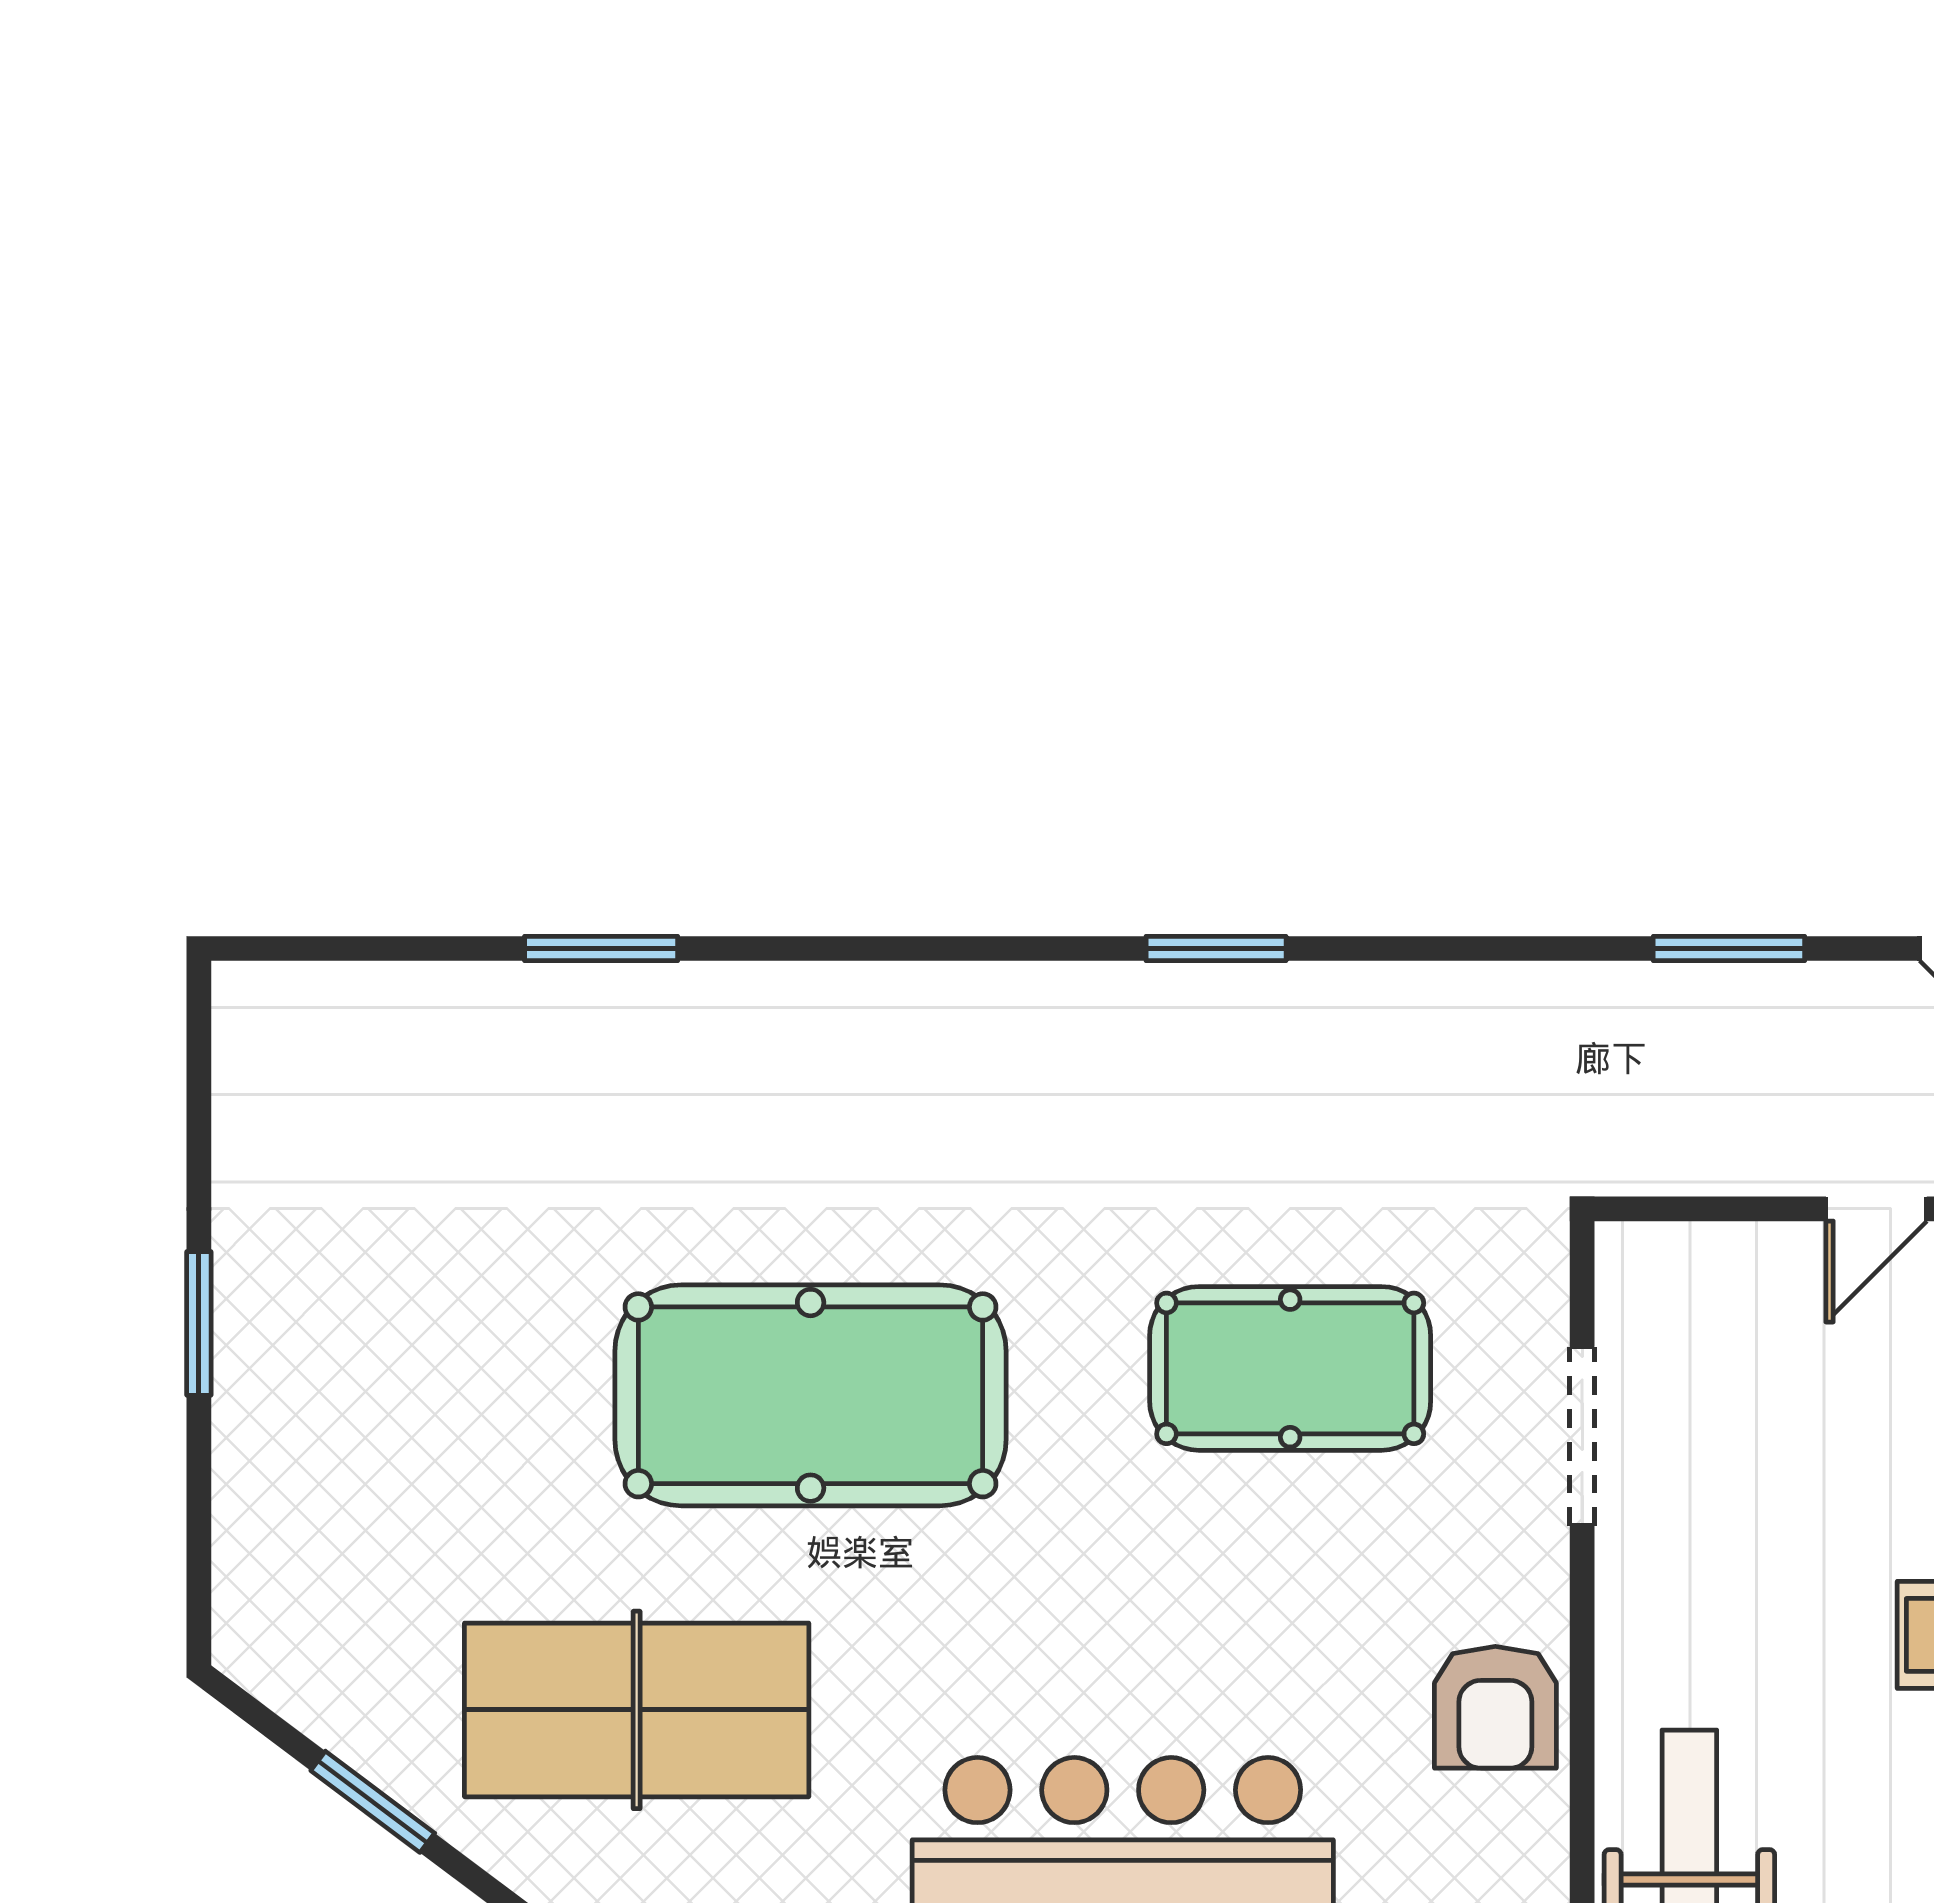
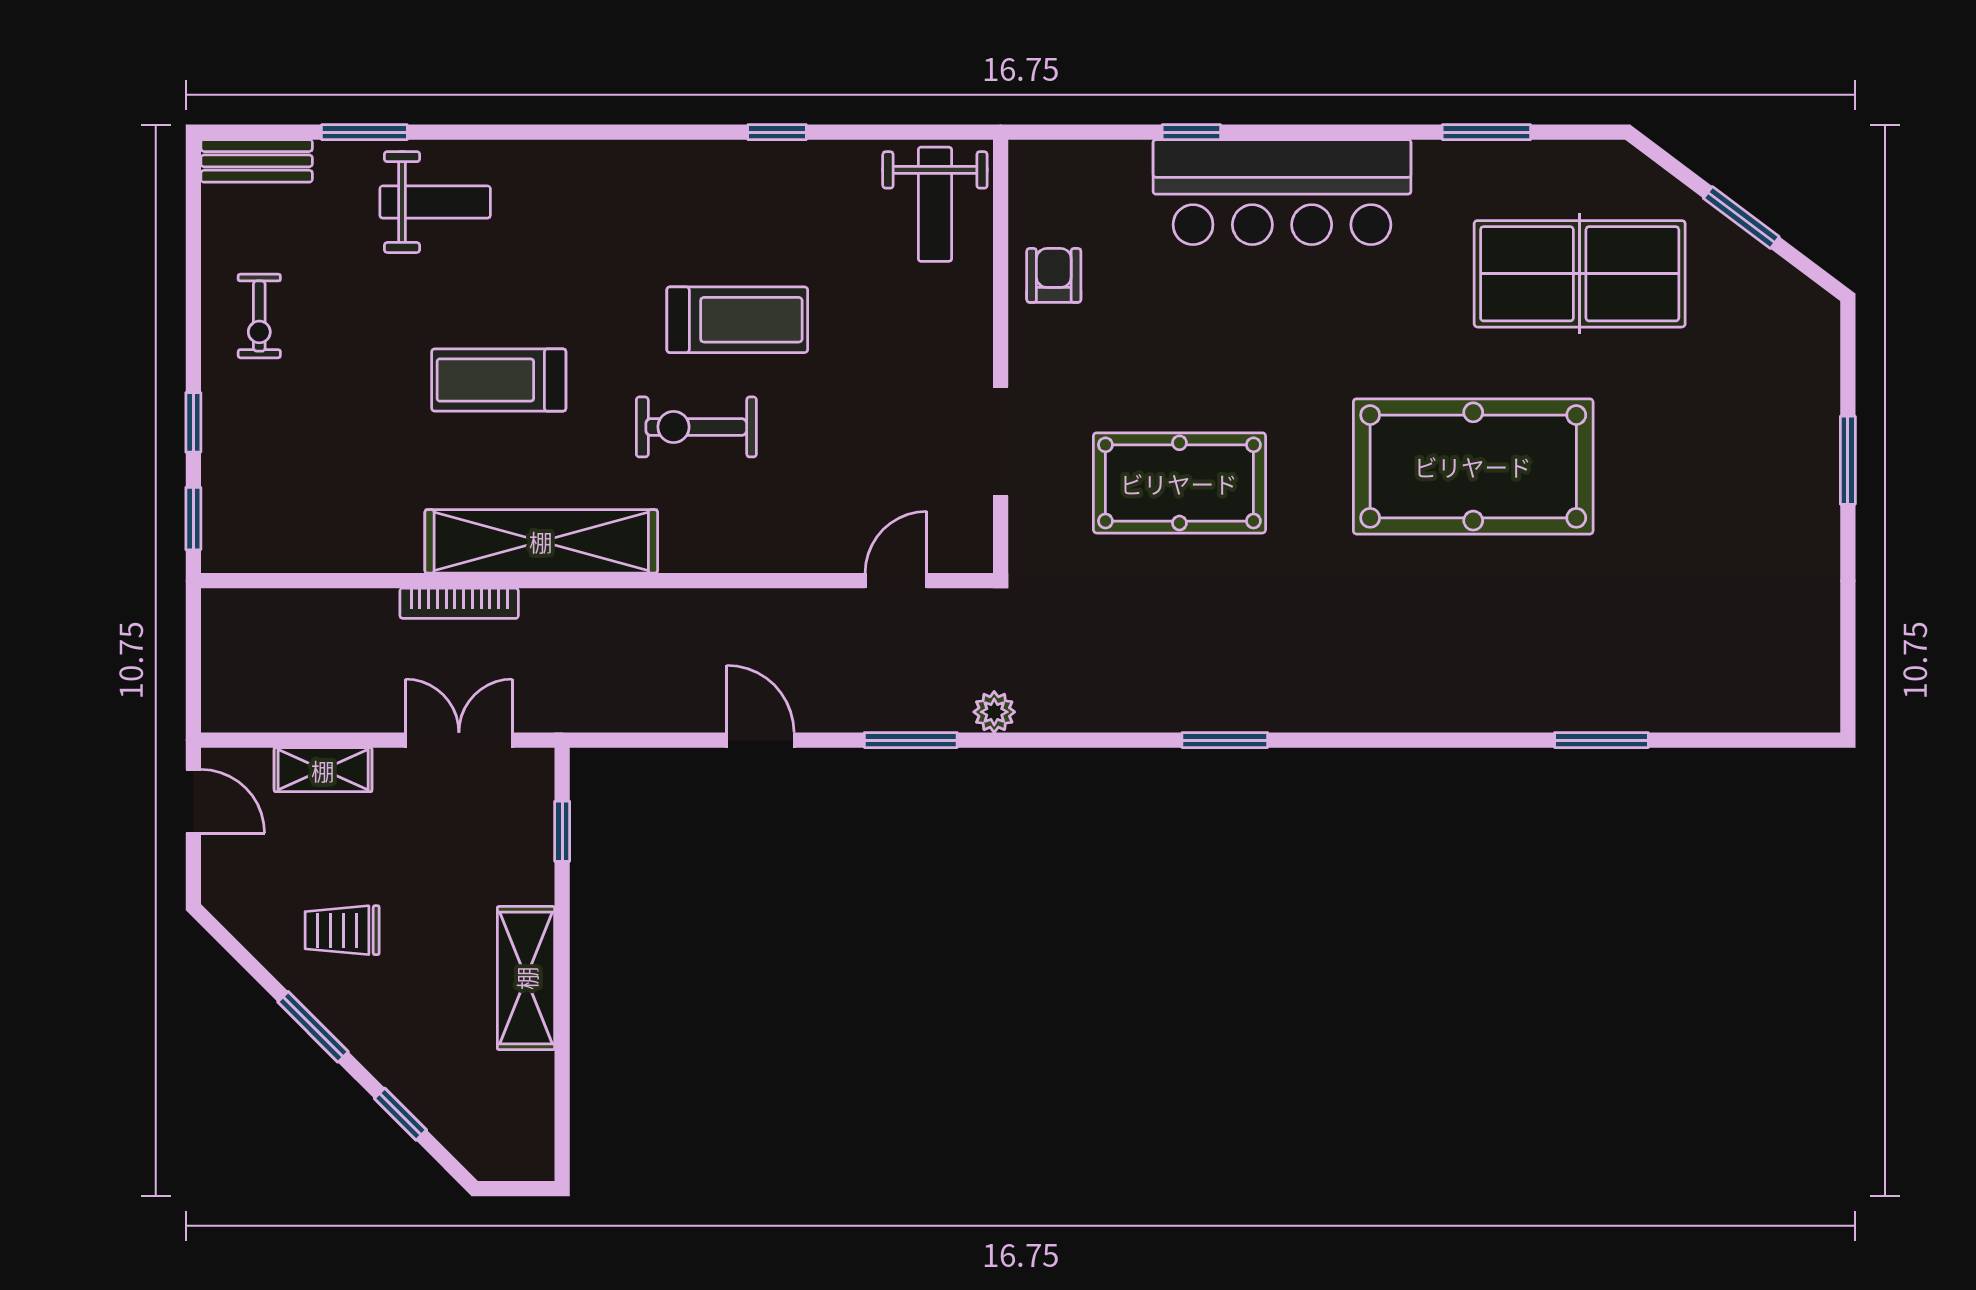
plant: (1593, 994) -> (994, 712), added
door: (1876, 1209) -> (896, 581), moved
window: (199, 1323) -> (1848, 460), moved
armchair: (1495, 1707) -> (1054, 275), width x0.72, depth x0.72

